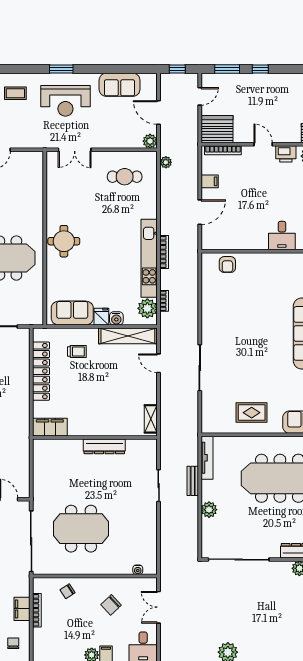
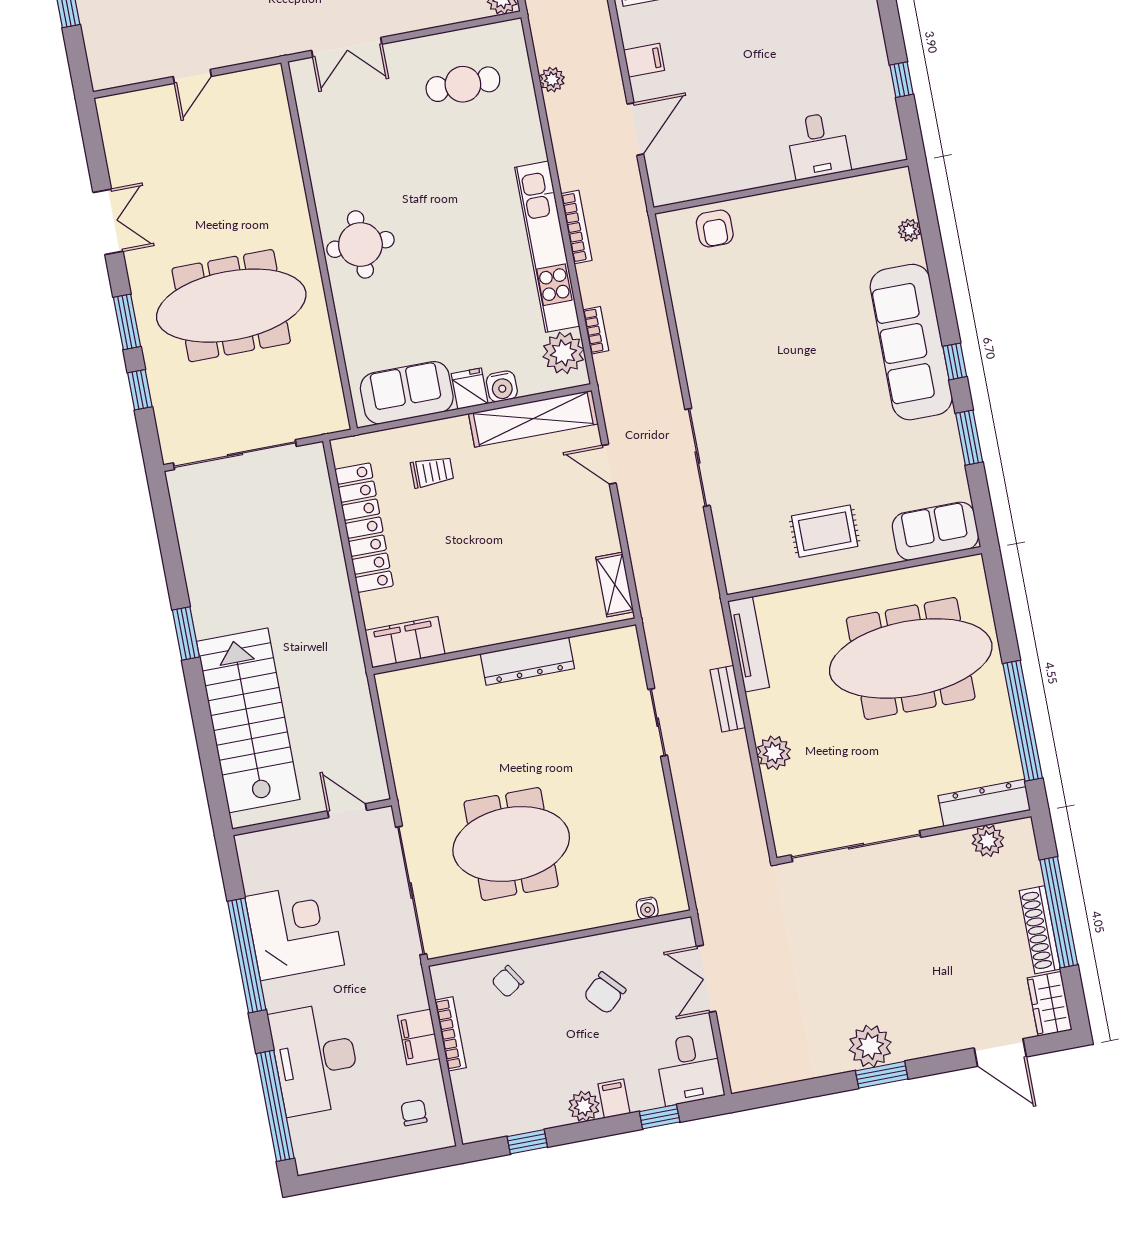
plant: (166, 162) -> (552, 80), moved

